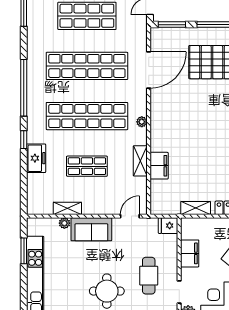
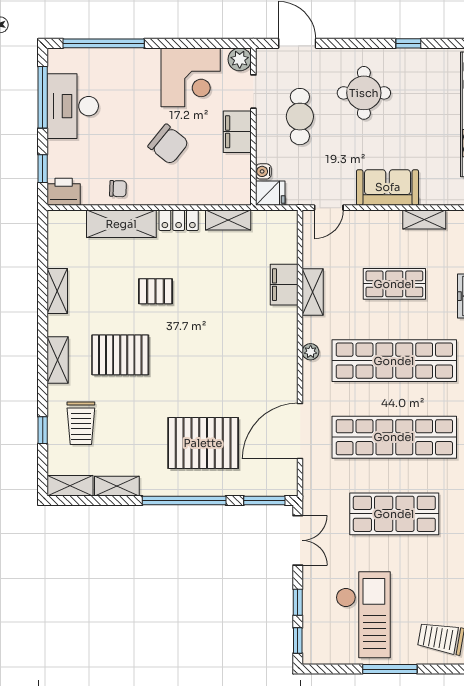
plant: (64, 223) -> (429, 197), removed
water cooler: (173, 240) -> (263, 171), added
filing cabinet: (190, 253) -> (237, 132), moved

